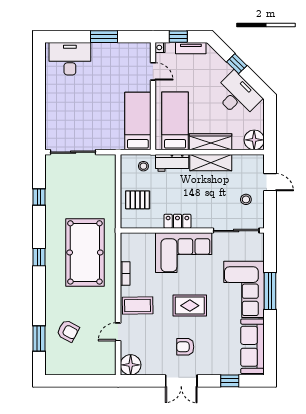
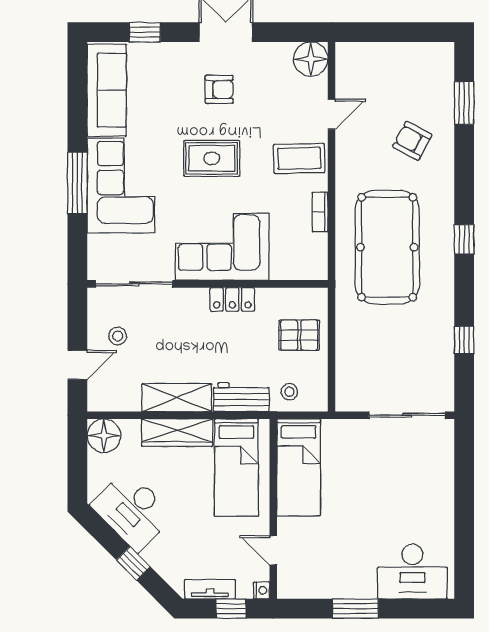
door: (270, 182) -> (77, 365), swing flipped
armchair: (68, 331) -> (412, 141), moved

